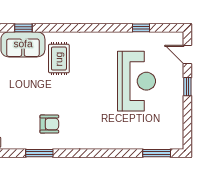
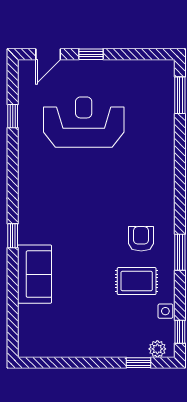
window: (23, 28) -> (13, 236), moved
rug: (59, 59) -> (137, 281), moved

